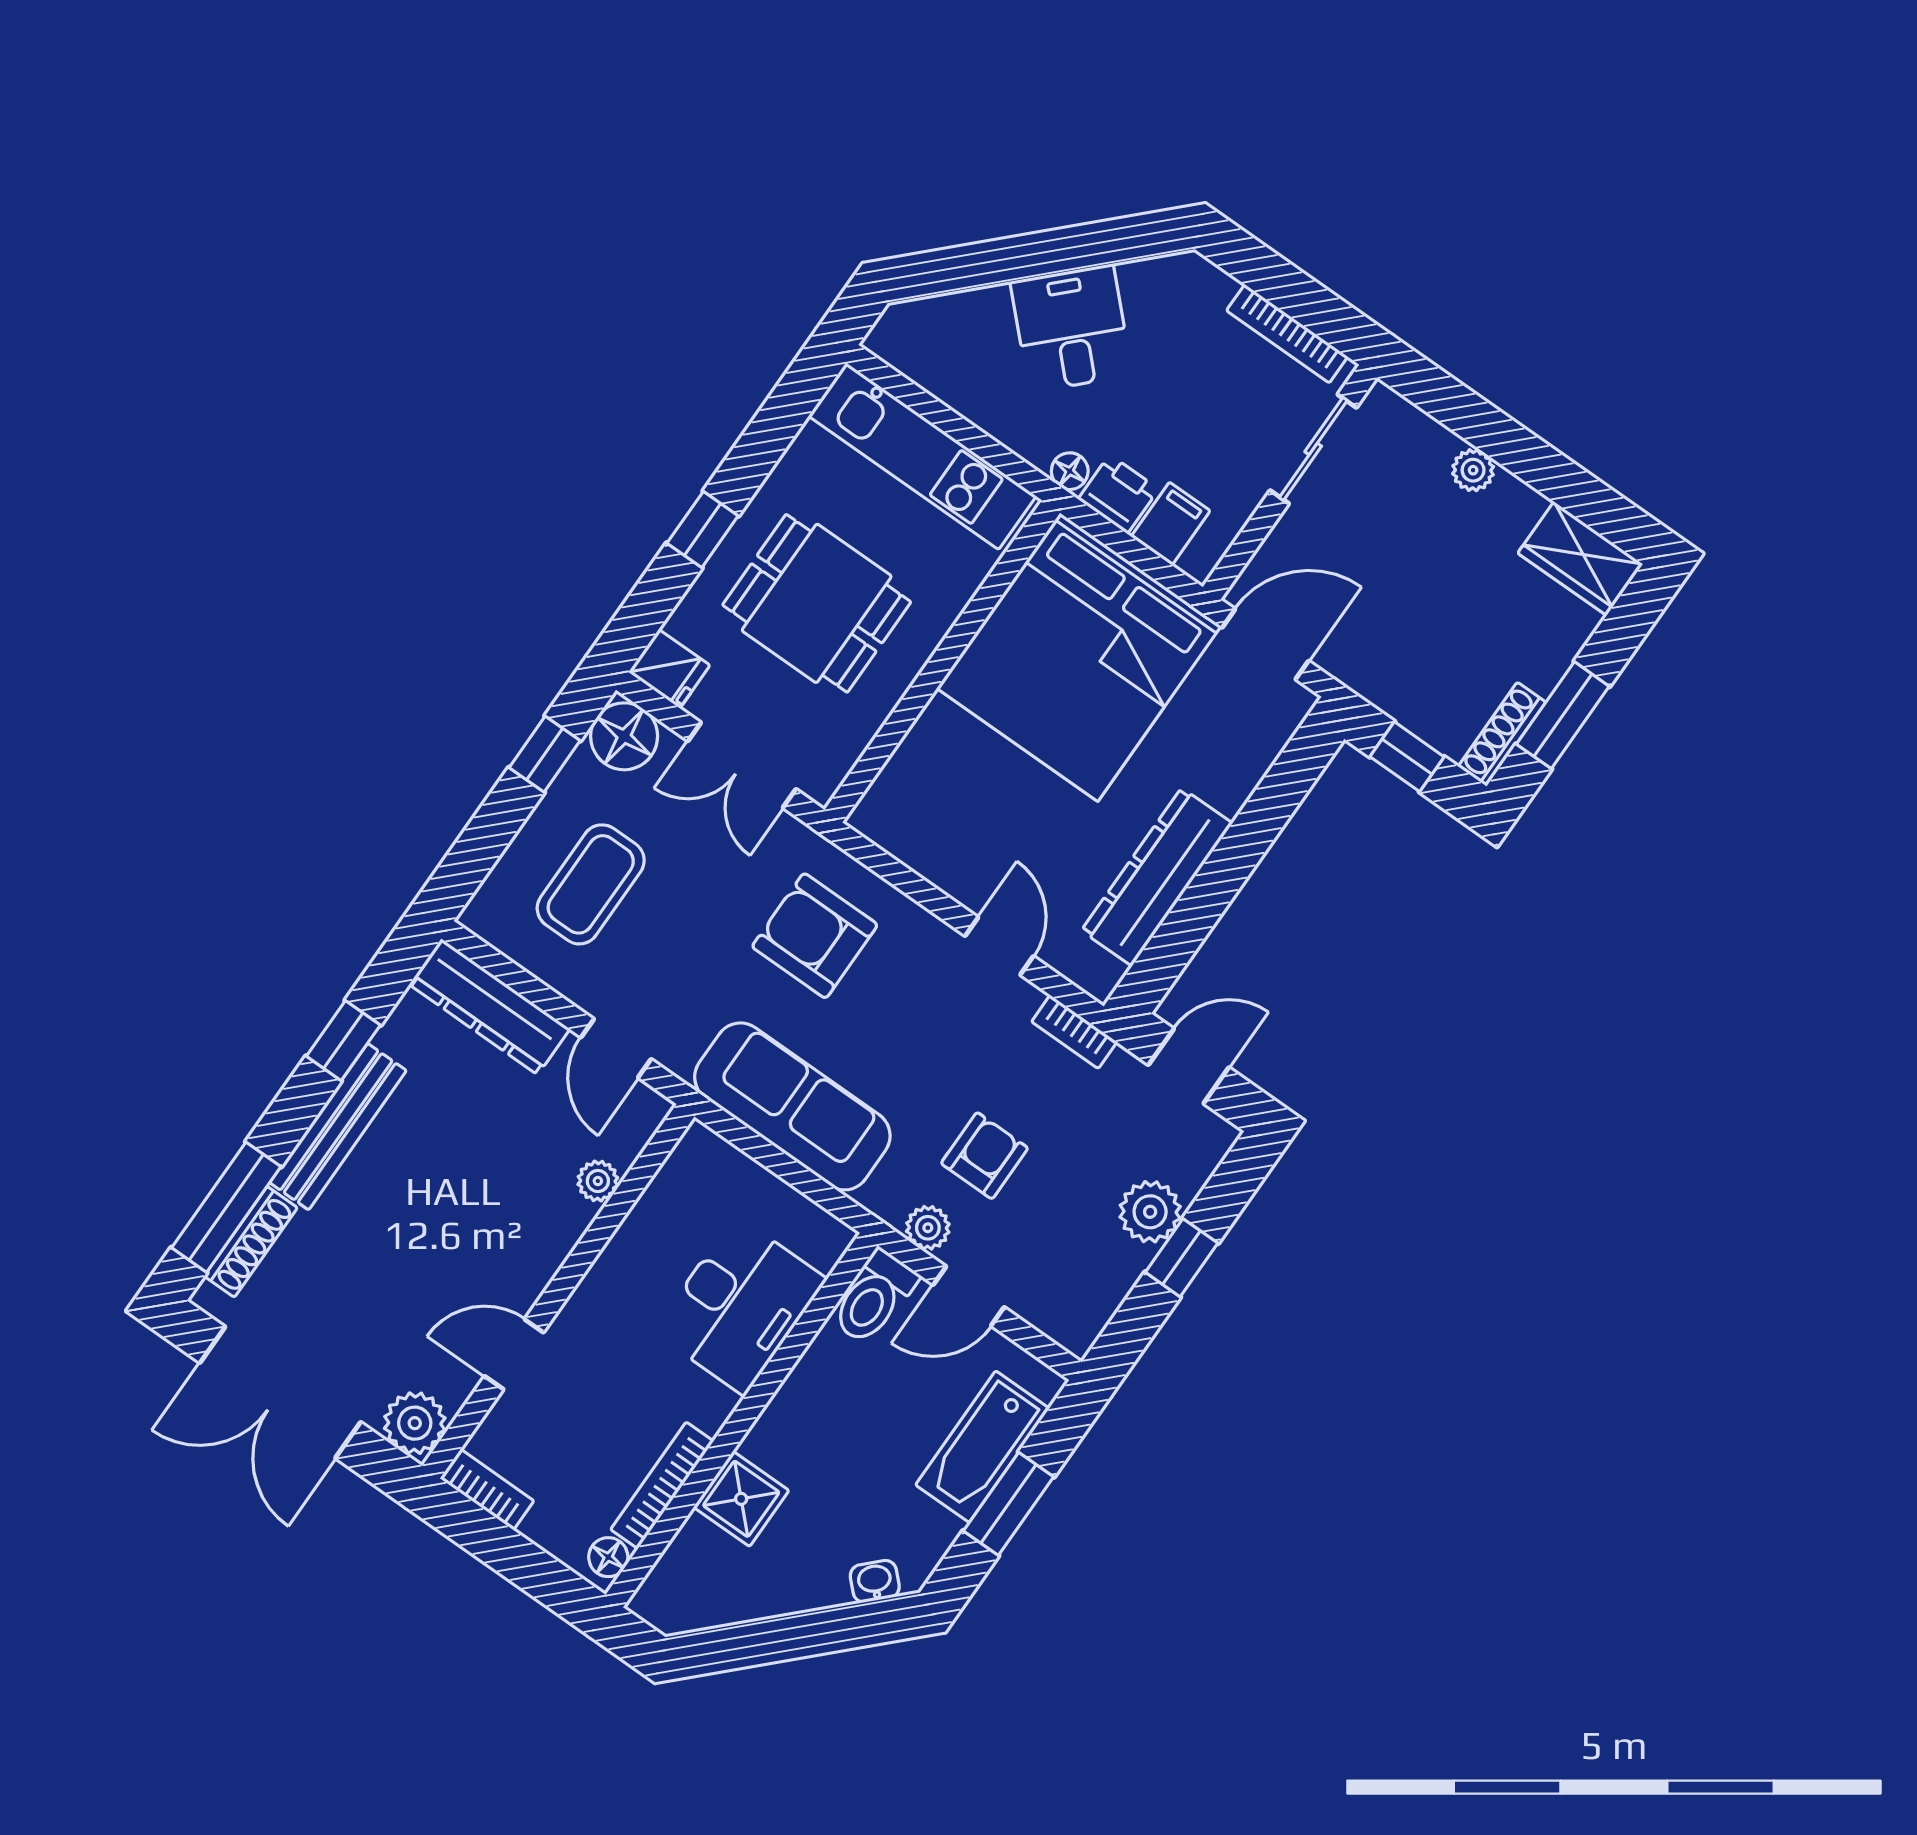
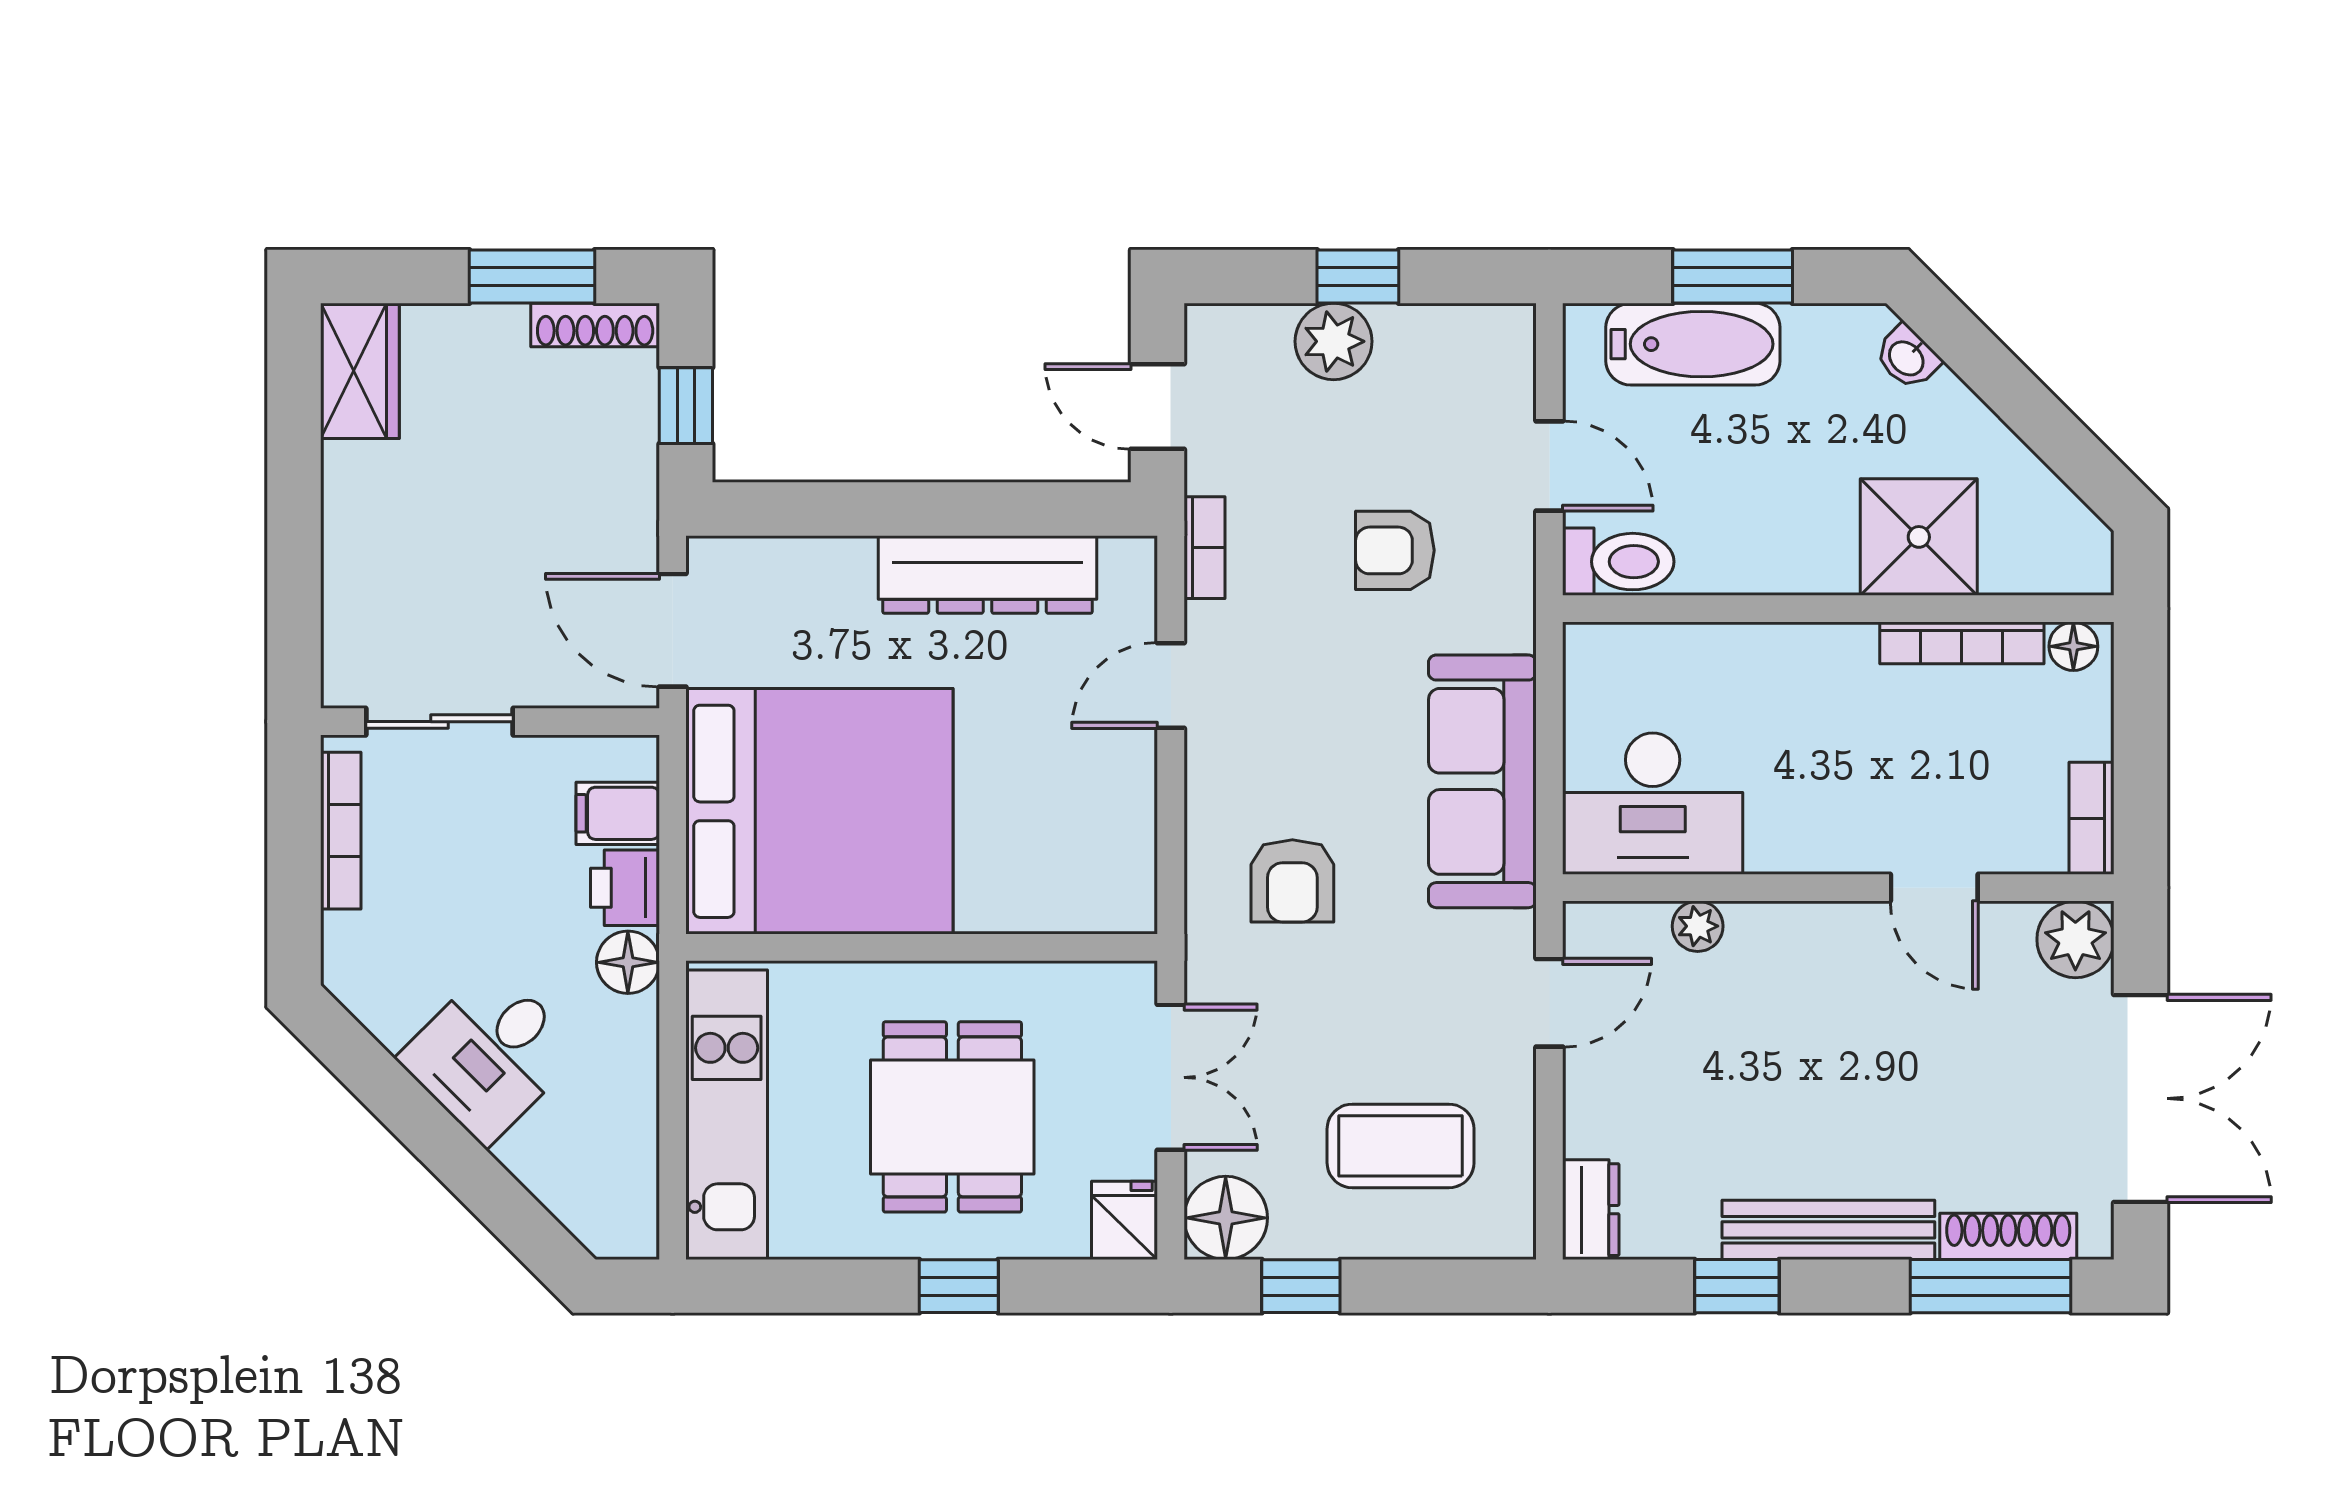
plant: (1473, 470) -> (347, 543), removed
floor lamp: (1070, 471) -> (628, 962), width x1.37, depth x1.37
armchair: (815, 936) -> (1292, 881), width x0.72, depth x0.72
dresser: (489, 1007) -> (1591, 1210), width x0.51, depth x0.80
plant: (928, 1228) -> (1509, 556), removed
desk: (740, 1305) -> (1653, 804), moved, turned 180
shower: (741, 1499) -> (1919, 537), width x1.36, depth x1.36

